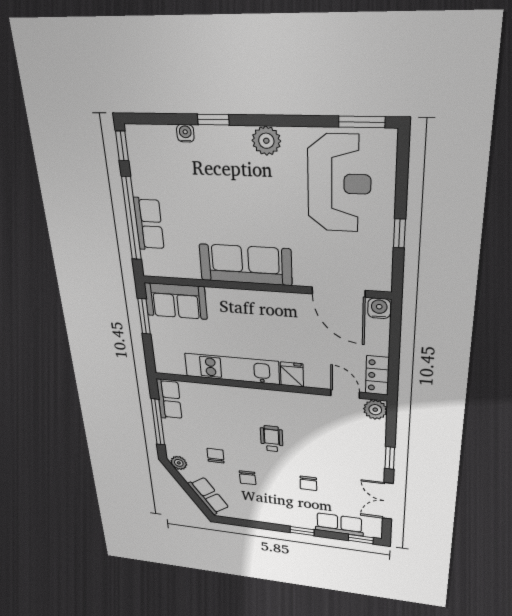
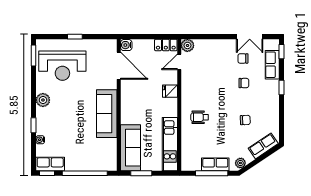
reception desk: (339, 184) -> (62, 66), turned 180
row of seats: (149, 224) -> (50, 164), moved
window: (399, 233) -> (75, 37), moved
door: (338, 292) -> (119, 66), hinge flipped
sofa: (176, 301) -> (130, 148), width x1.36
kitchen unit: (232, 369) -> (170, 144), moved
row of seats: (169, 399) -> (215, 164), moved
wheelchair: (272, 439) -> (200, 117), moved
chair: (216, 456) -> (243, 58), moved
window: (390, 458) -> (219, 37), removed

